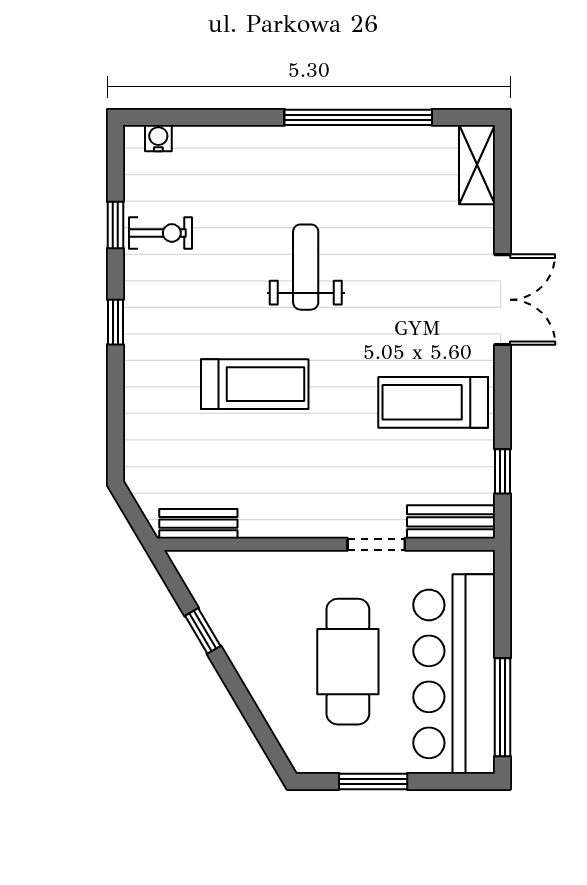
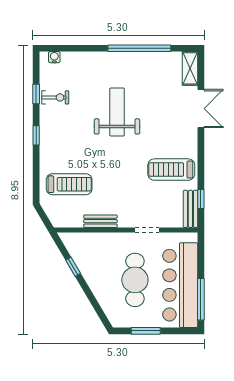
weight bench: (306, 267) -> (117, 112), width x1.36, depth x1.33
double door: (502, 300) -> (201, 109), moved
treadmill: (255, 384) -> (69, 184), moved
bench: (451, 522) -> (190, 209), moved, turned 90
bench: (198, 524) -> (100, 221), moved

